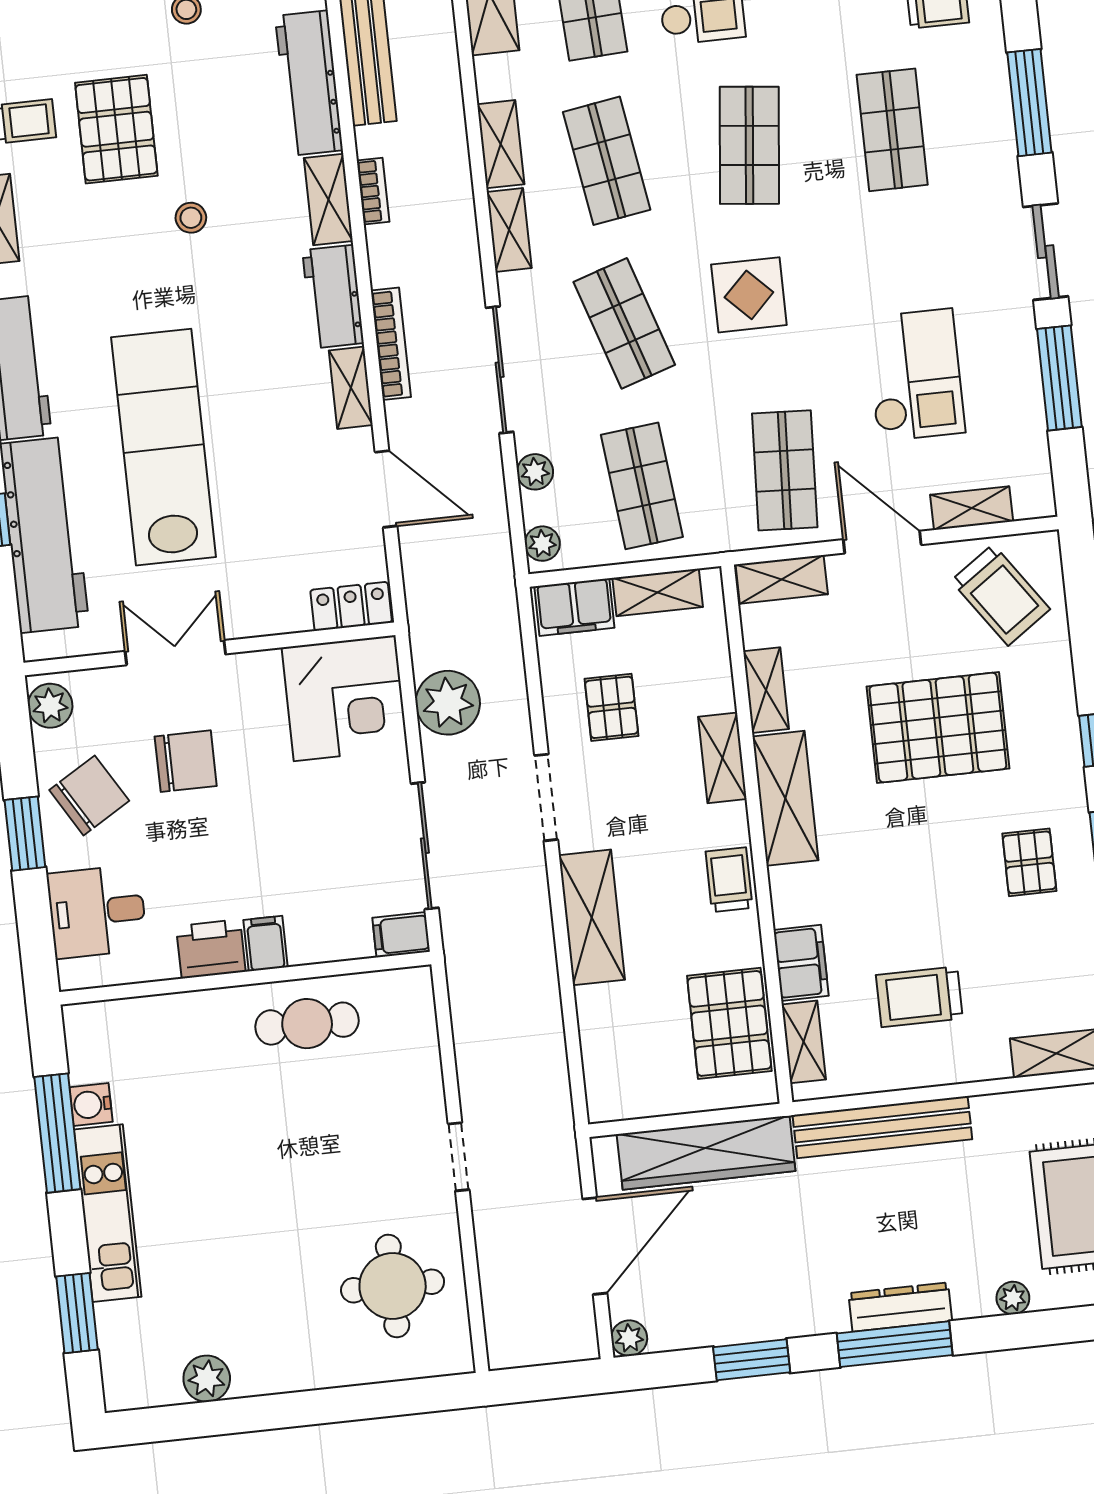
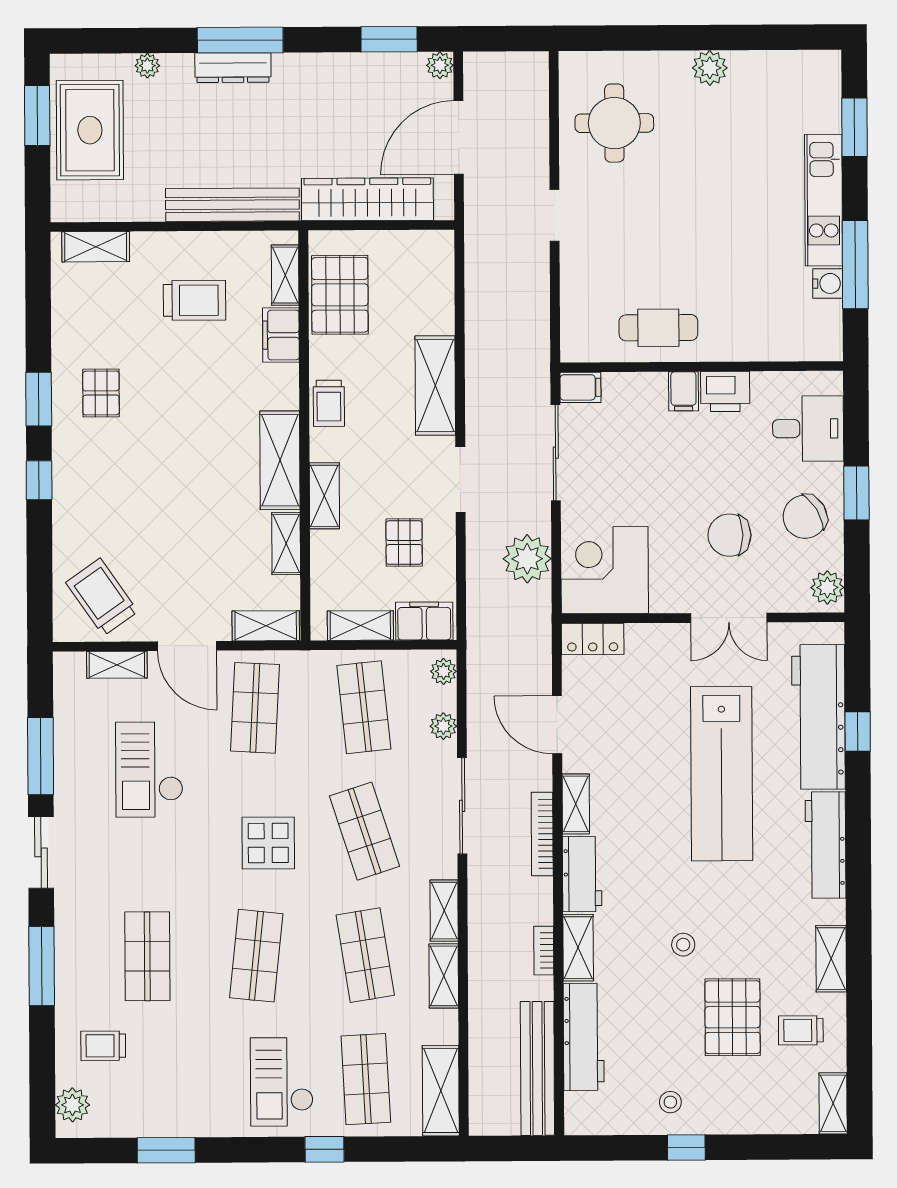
pallet: (938, 728) -> (159, 502), removed
window: (752, 1360) -> (389, 39), moved
plant: (207, 1379) -> (710, 68), moved

